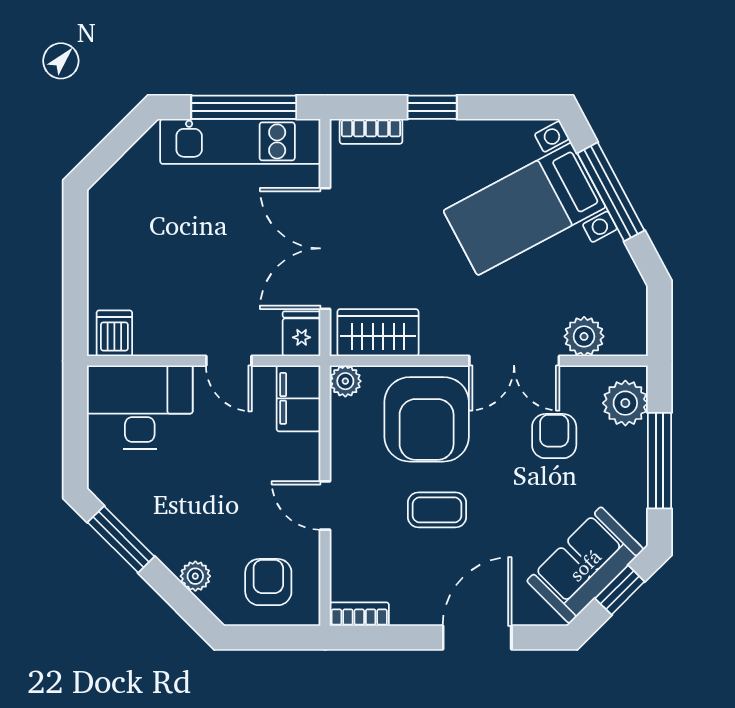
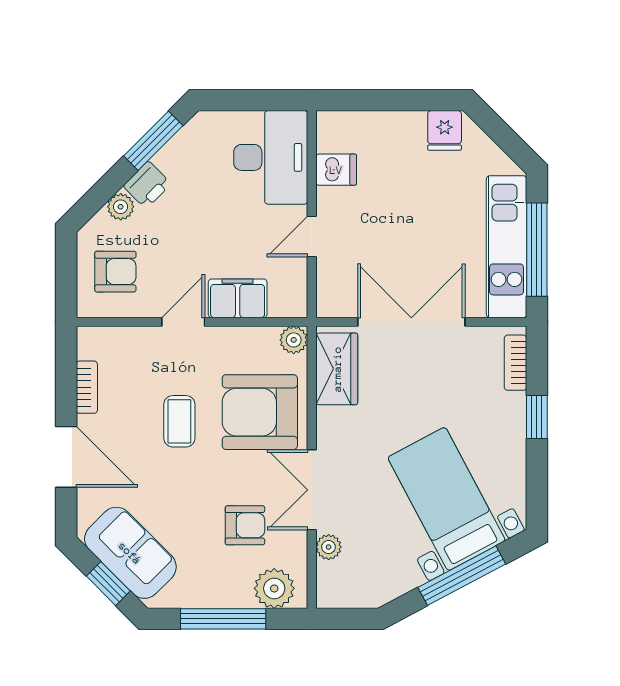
dishwasher: (114, 333) -> (336, 170), moved
fridge: (302, 334) -> (445, 130), moved, turned 90
plant: (584, 336) -> (329, 547), width x0.73, depth x0.73
filing cabinet: (298, 398) -> (238, 298), moved
printer: (171, 546) -> (147, 185), added
bookcase: (359, 614) -> (87, 387), moved

